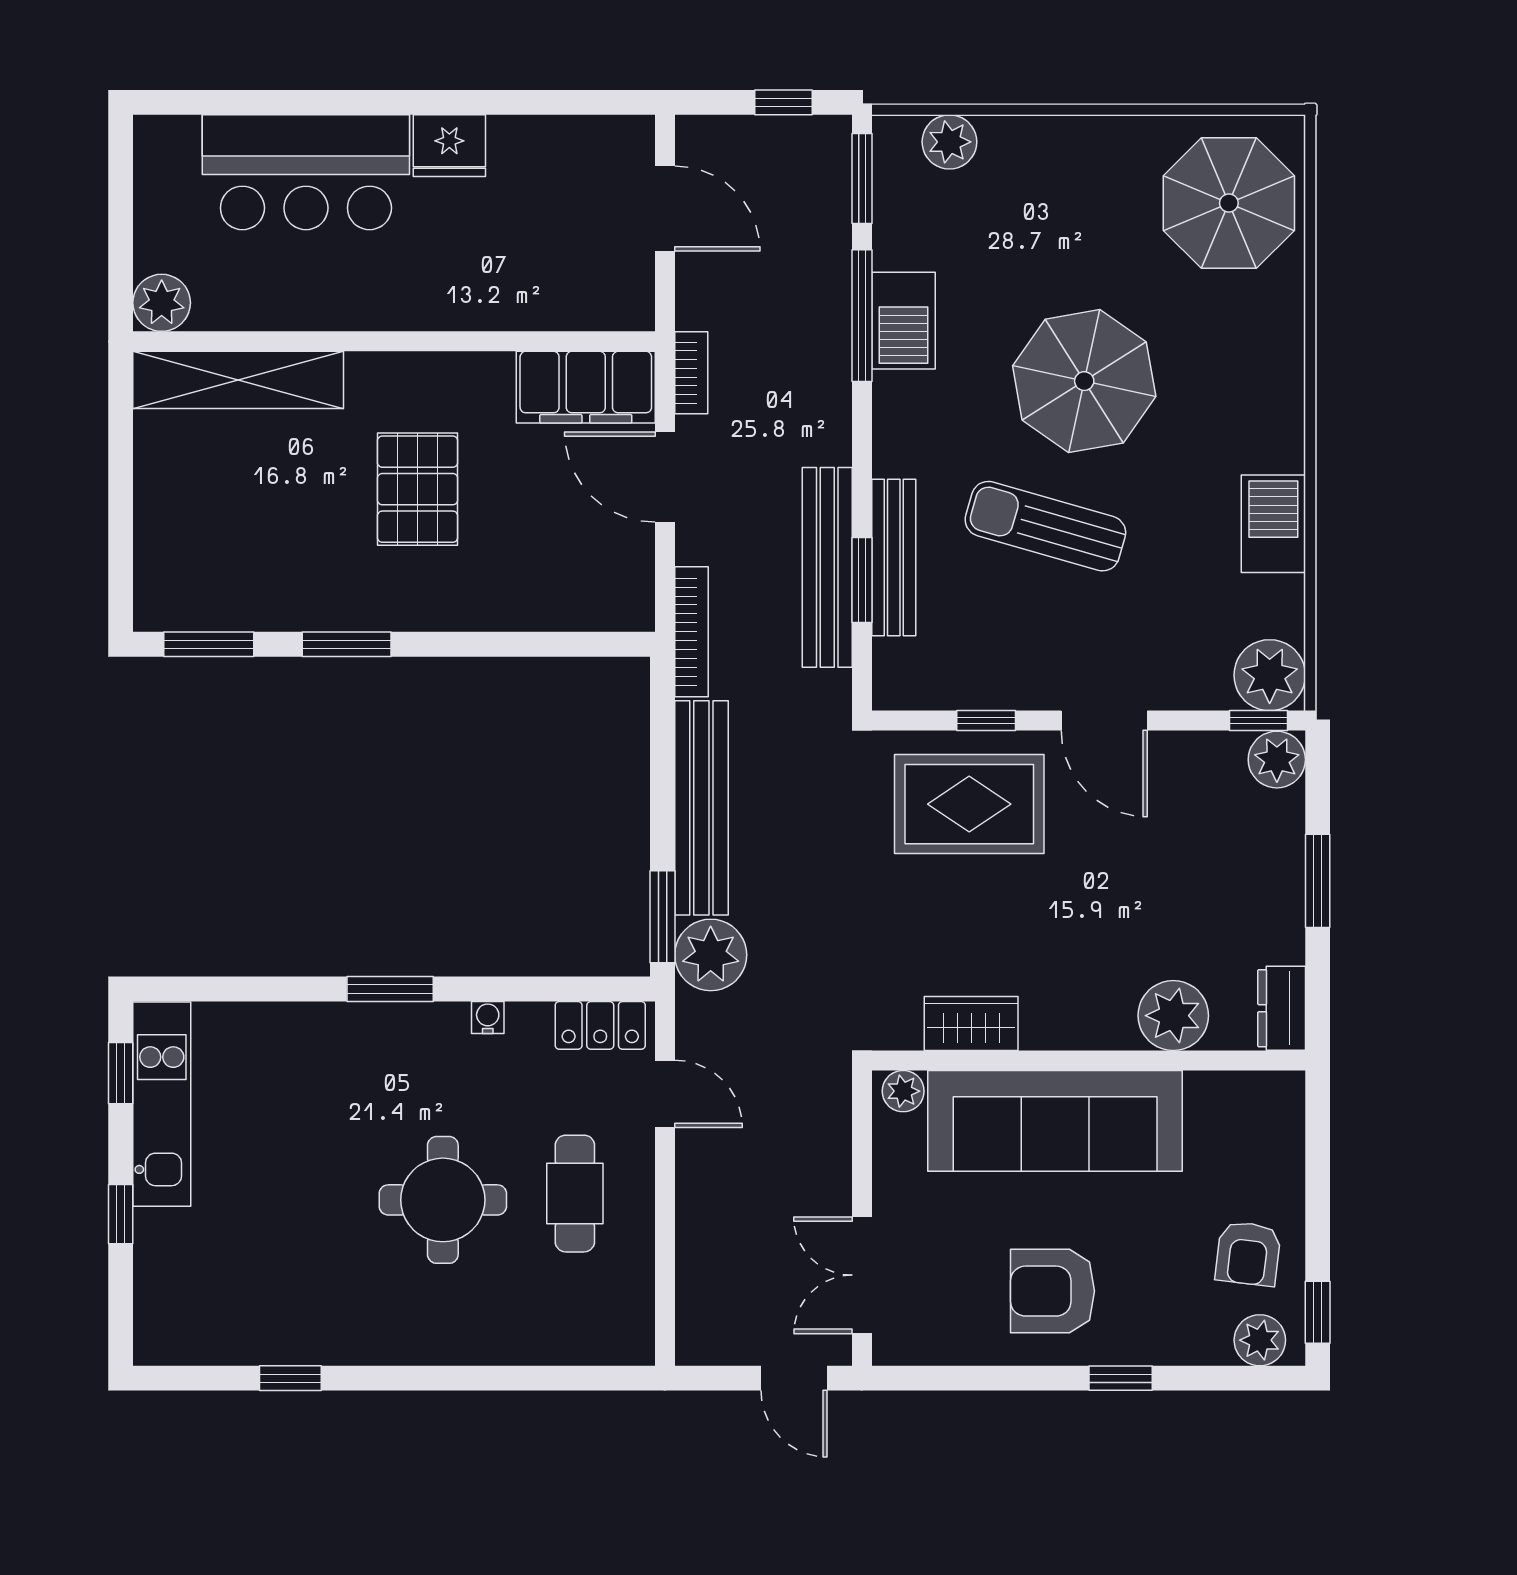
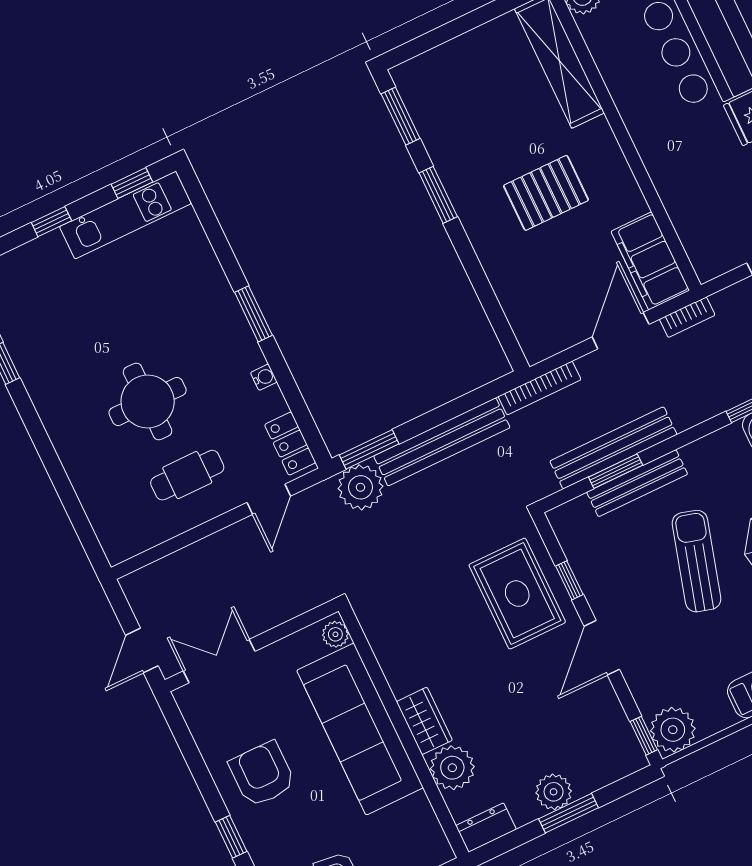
plant: (1277, 760) -> (554, 792), moved
wardrobe: (971, 1023) -> (424, 721), moved

